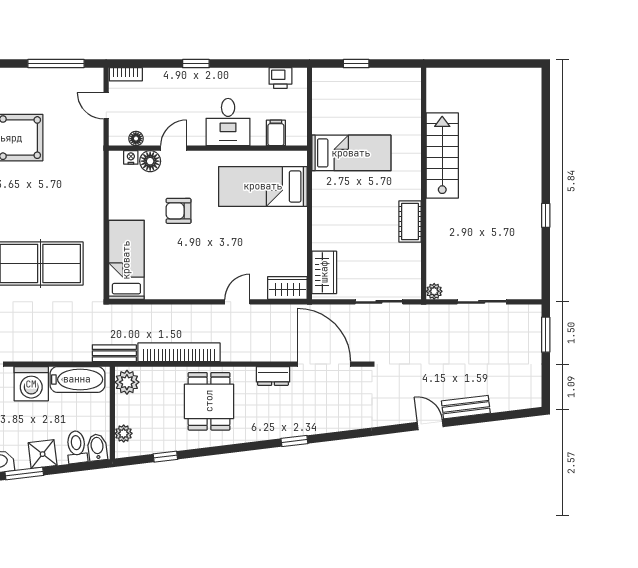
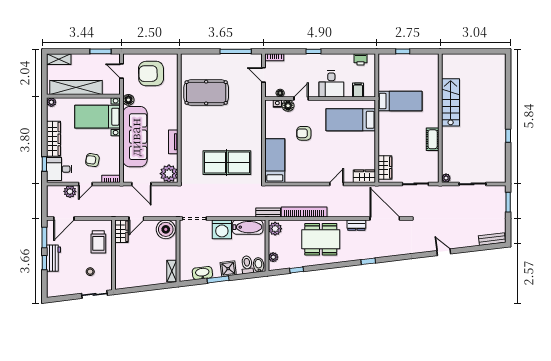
dining table: (209, 401) -> (321, 239), width x1.38
bench: (466, 407) -> (492, 239), moved

